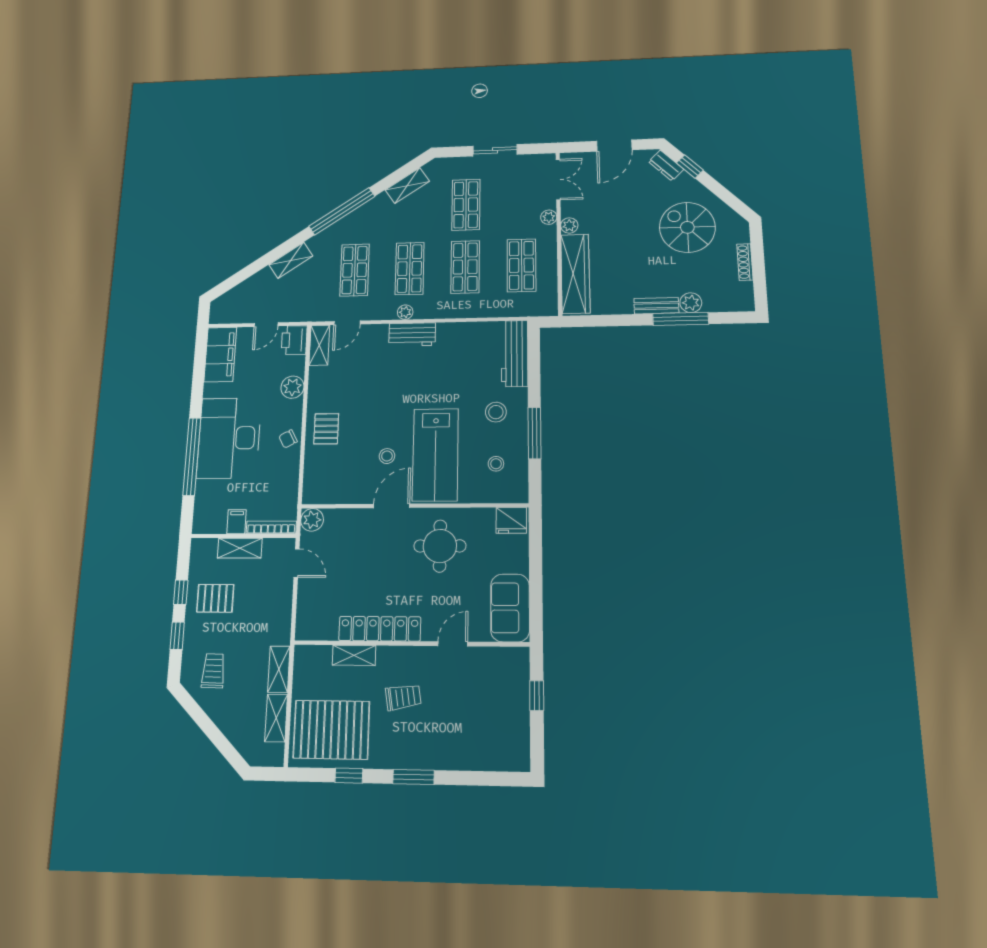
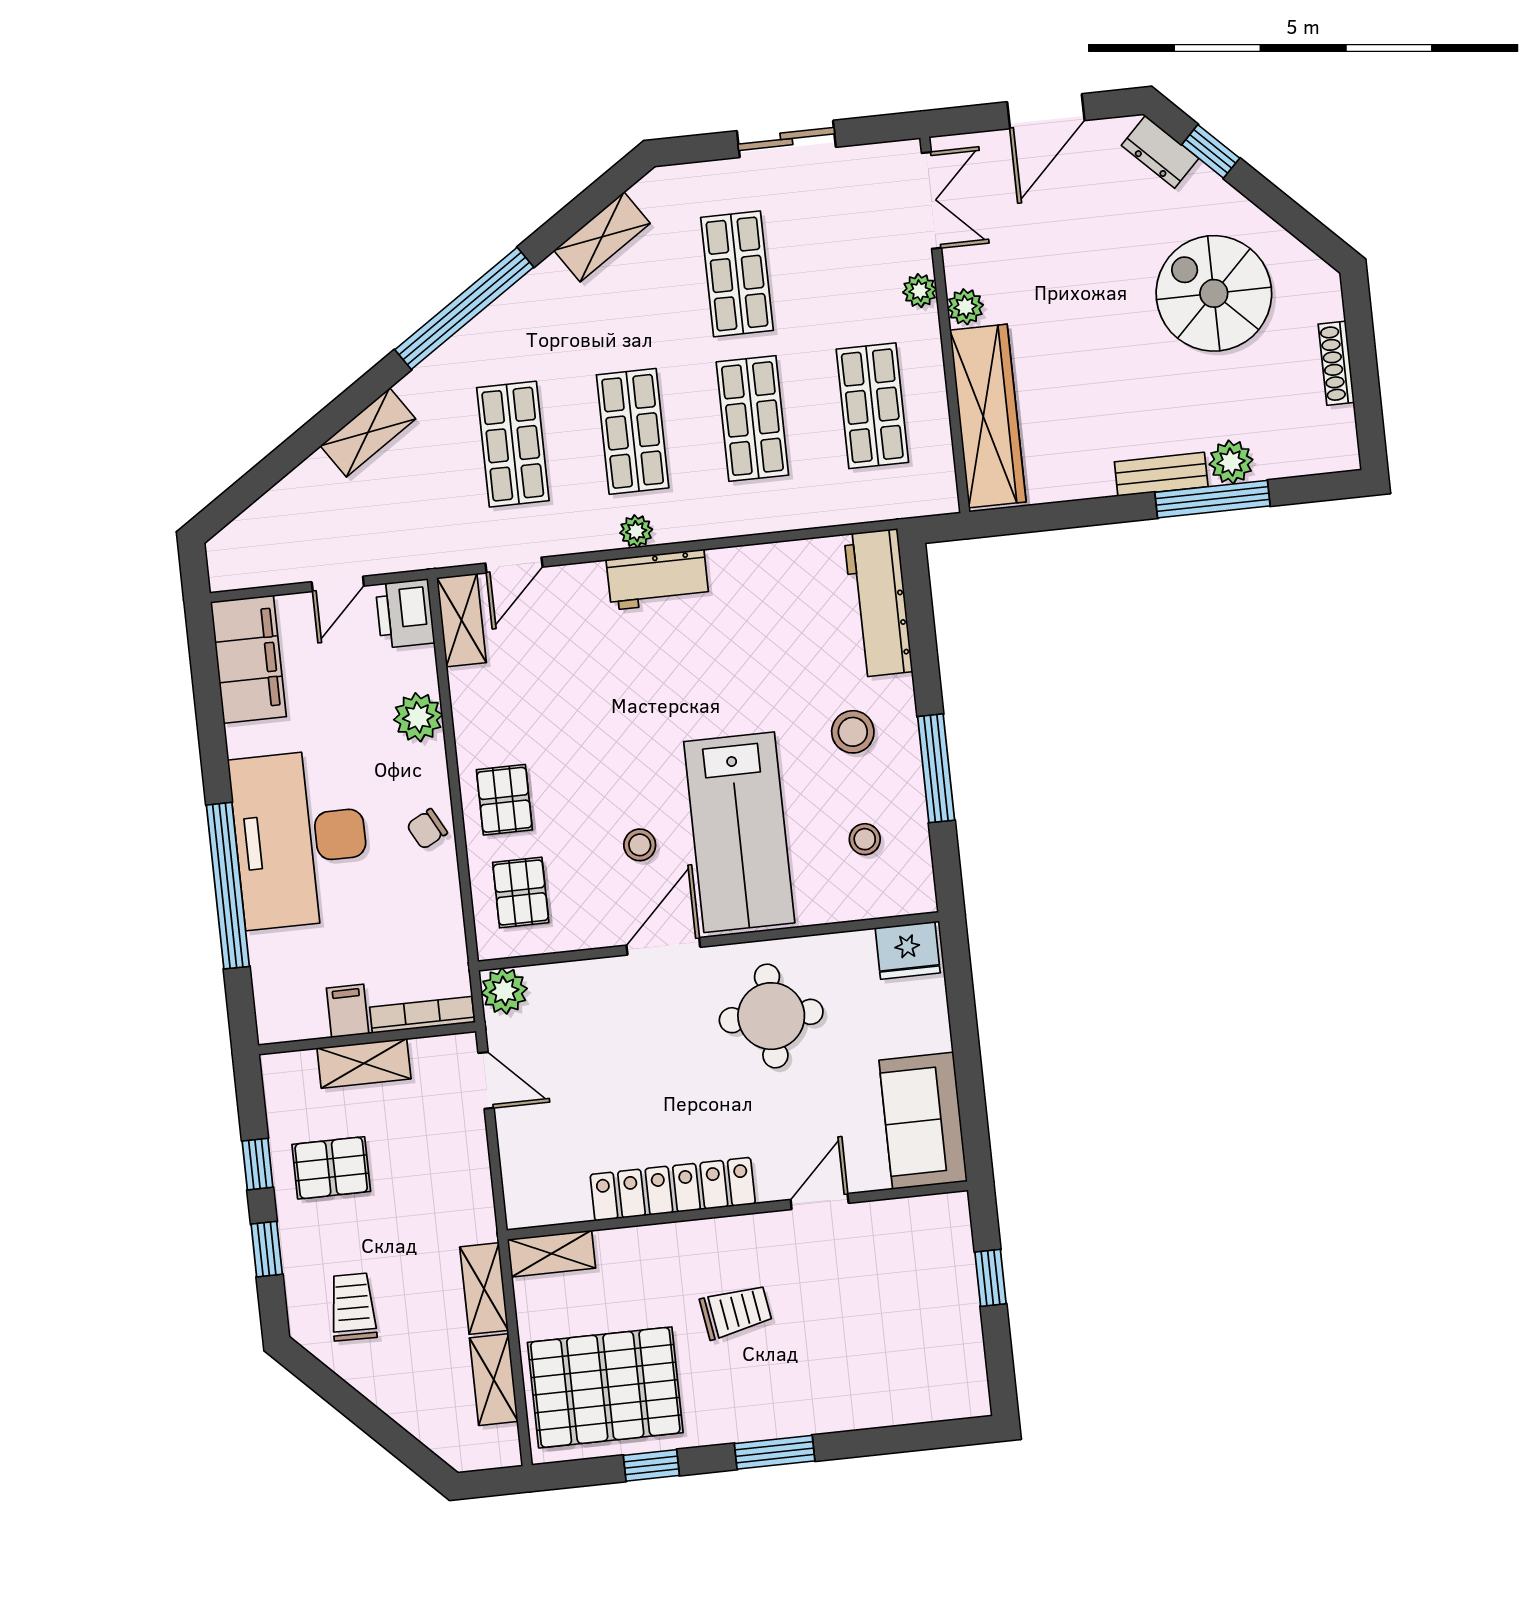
pallet: (327, 473) -> (521, 892), added
shelving: (354, 655) -> (551, 1254), moved

